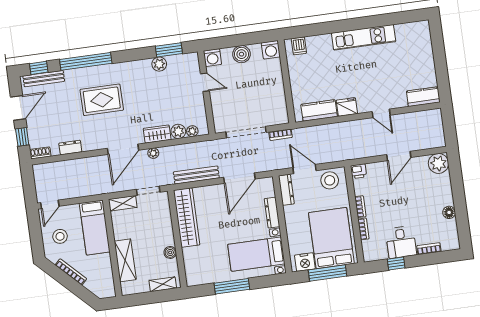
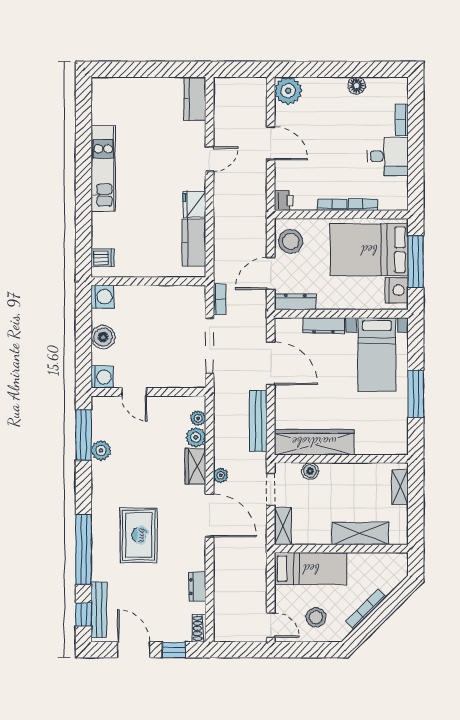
window: (169, 50) -> (84, 435), width x1.44
door: (205, 82) -> (134, 392), swing flipped
boiler: (170, 252) -> (310, 471), moved
window: (396, 263) -> (416, 167), removed

